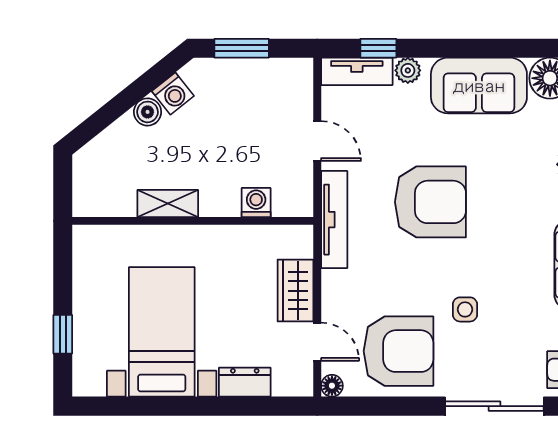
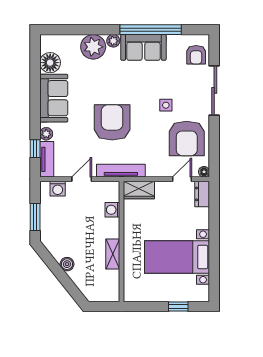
washing machine: (173, 94) -> (58, 189), moved, turned 129
wardrobe: (296, 291) -> (139, 190), moved
armchair: (399, 351) -> (187, 138), turned 180
dresser: (245, 382) -> (202, 194), moved

